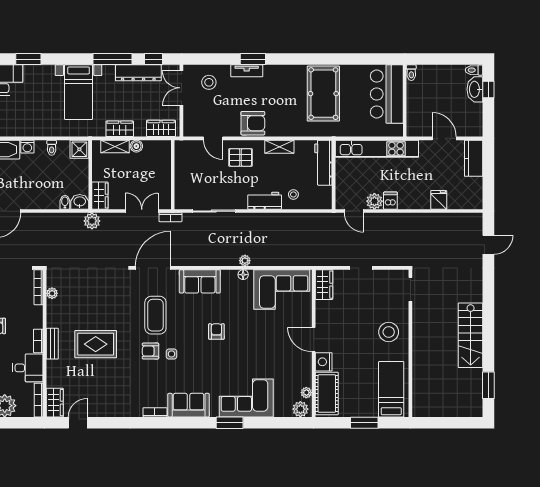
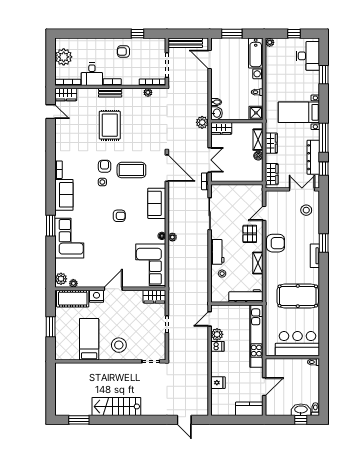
tv unit: (247, 71) -> (315, 256), moved
armchair: (253, 123) -> (276, 243), turned -90
bed: (391, 389) -> (89, 339), moved, turned -90

